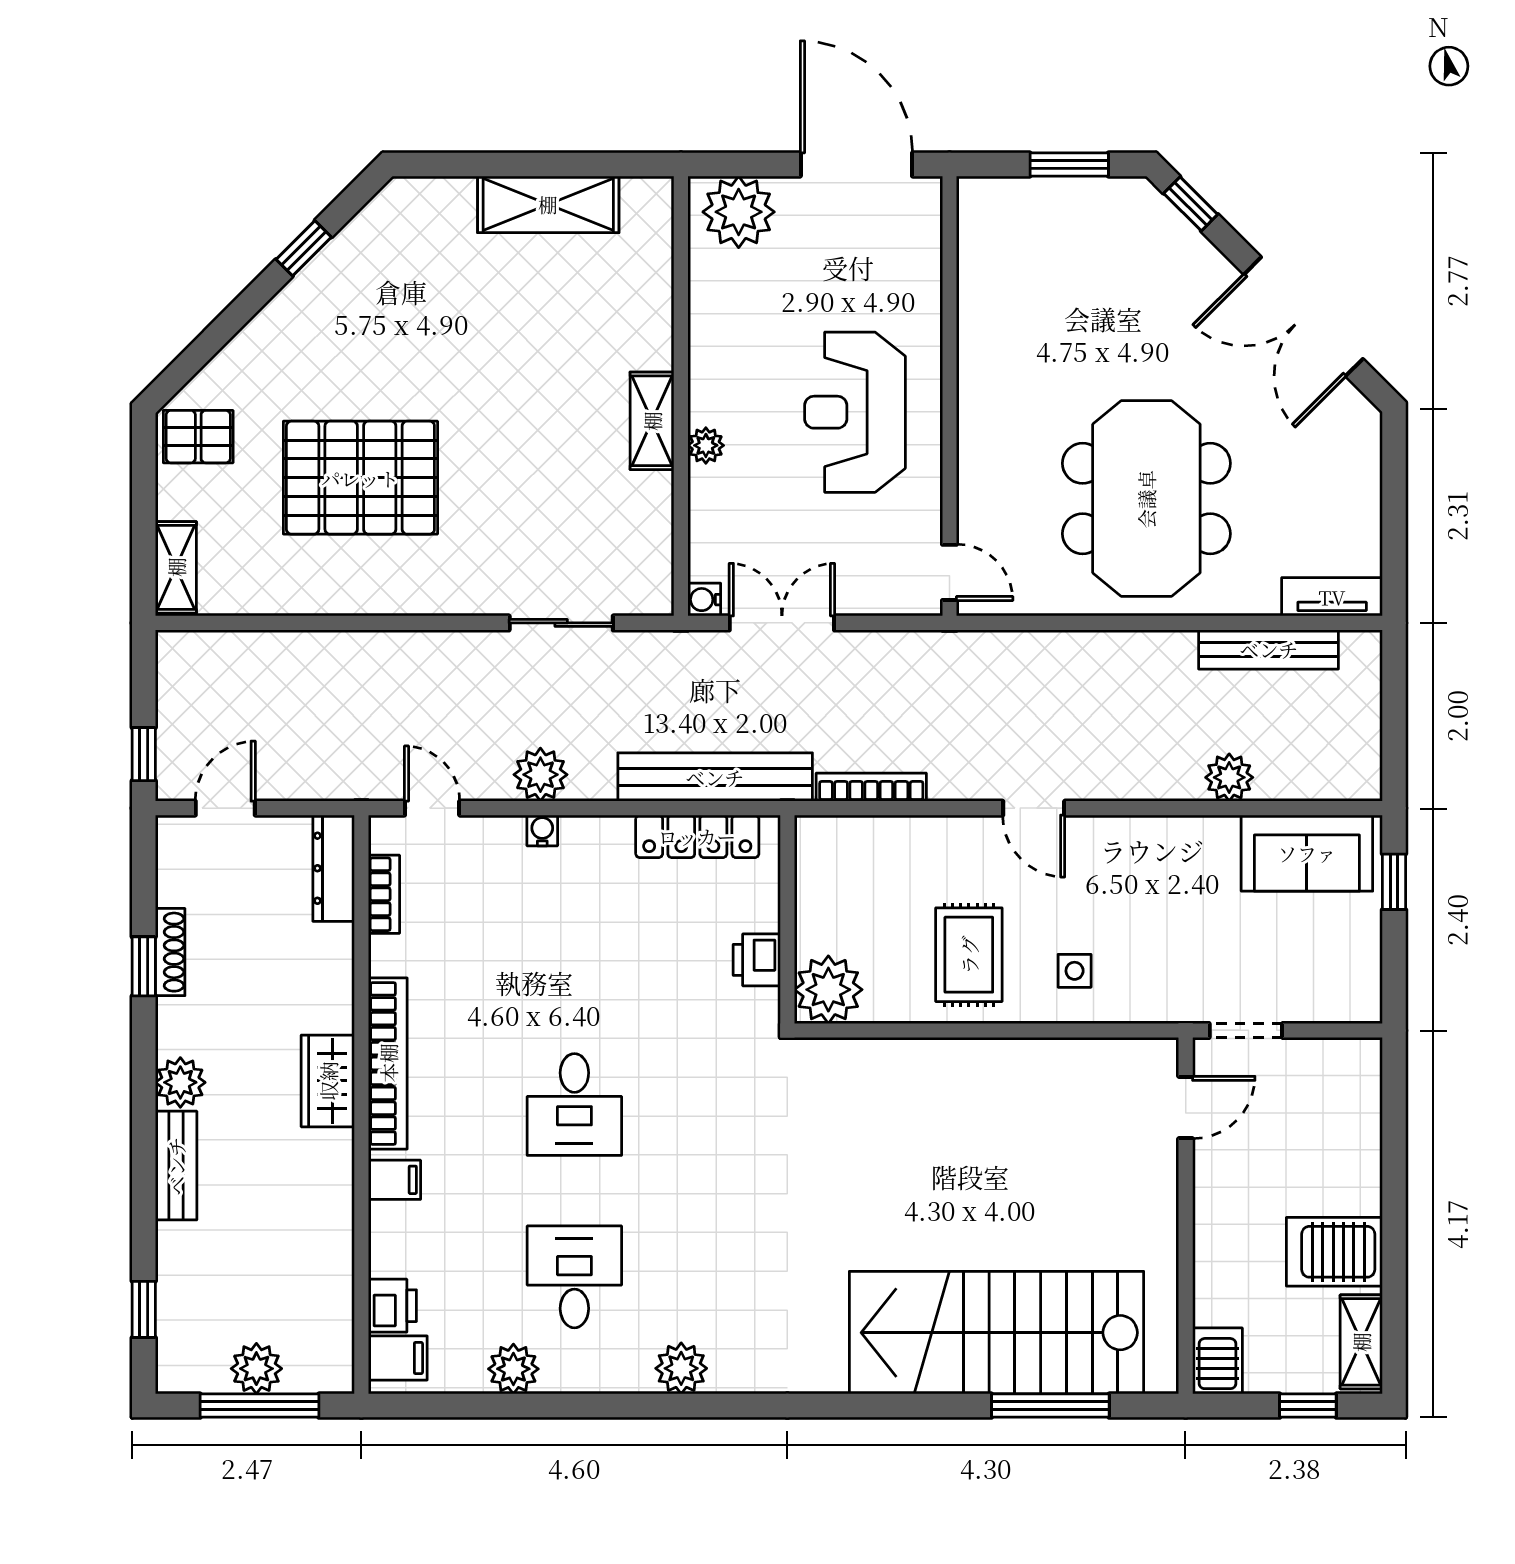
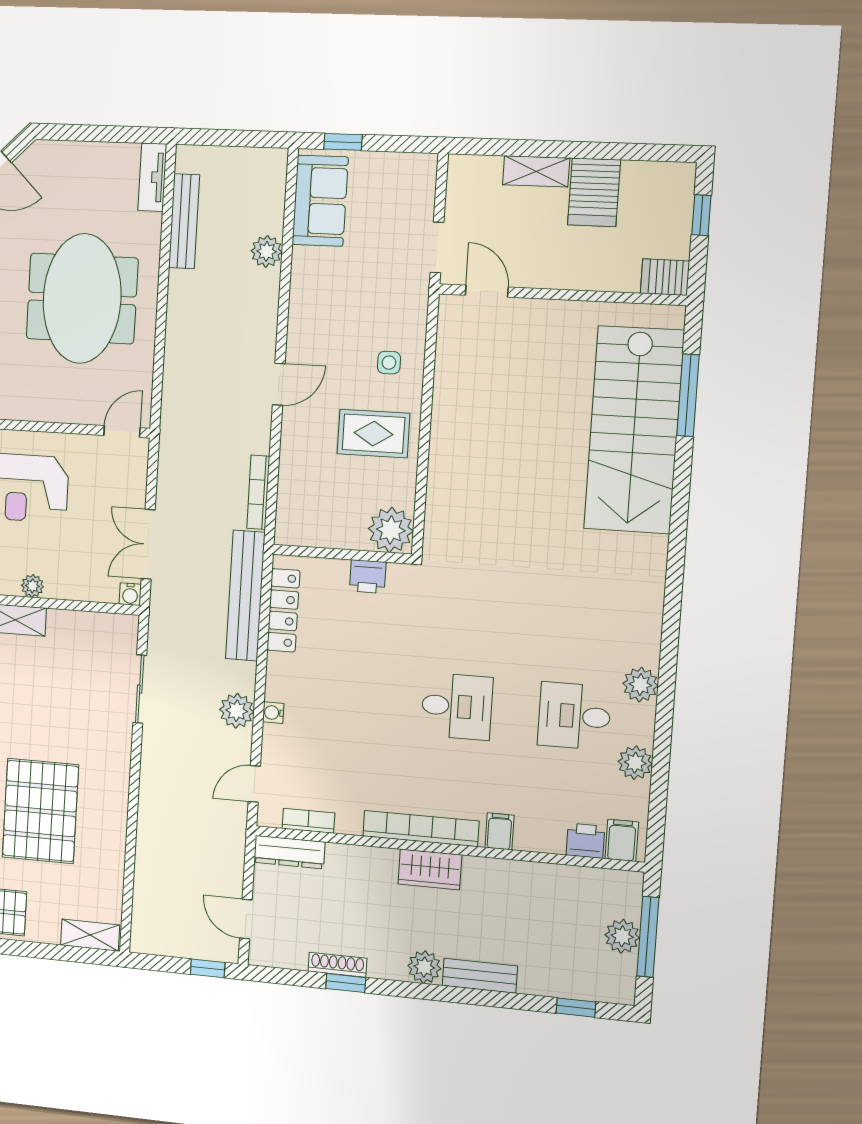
meeting table: (1146, 499) -> (82, 298), turned 90
shelving: (1361, 1342) -> (536, 171), moved
plant: (681, 1368) -> (640, 685), moved

